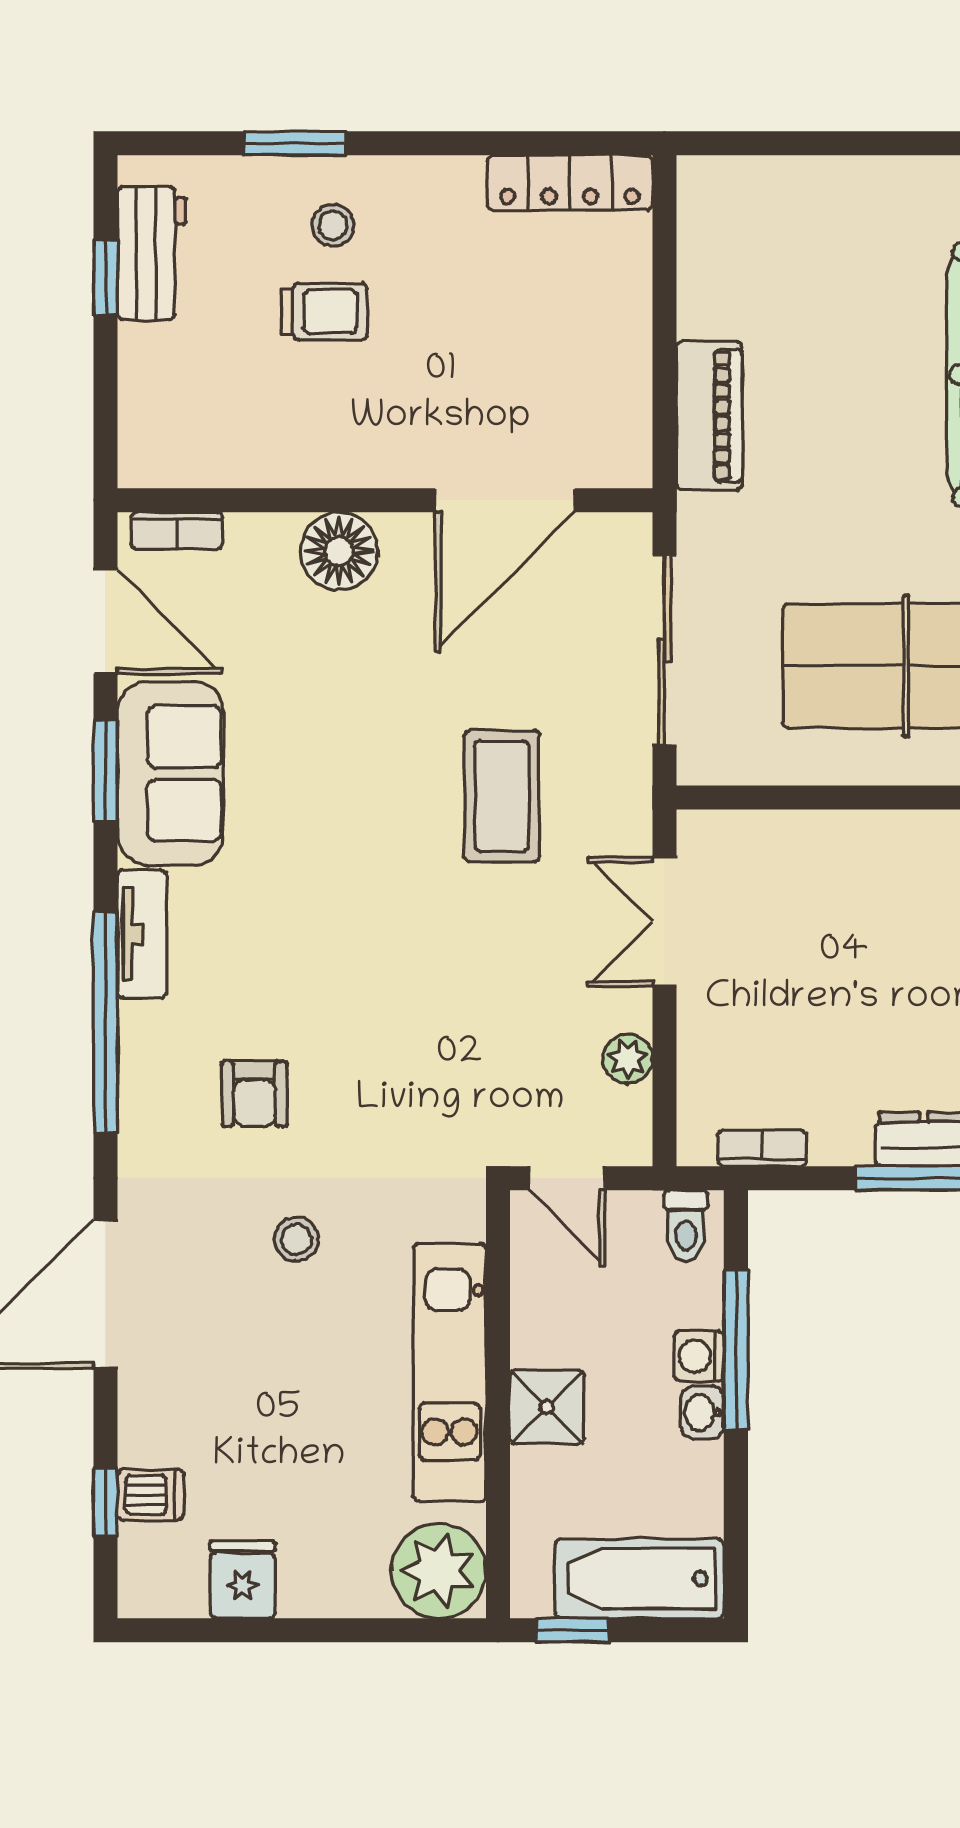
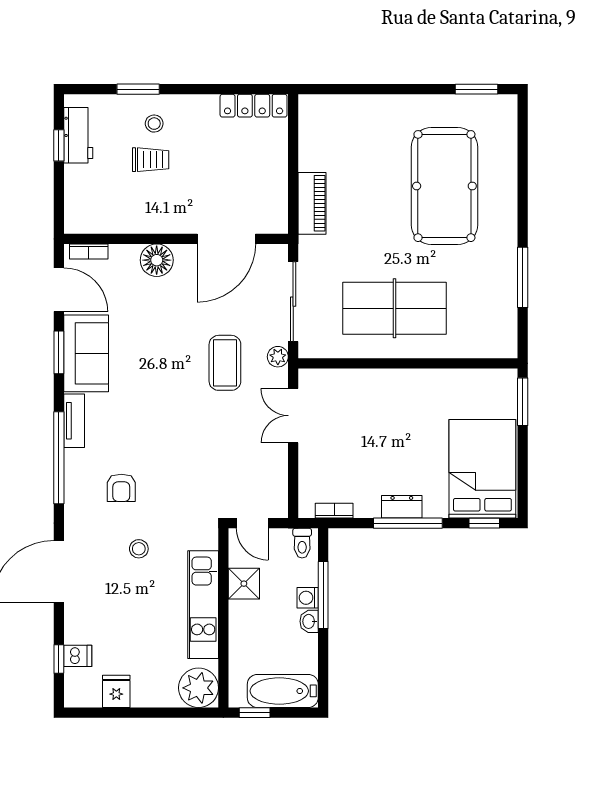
plant: (628, 1059) -> (278, 357), moved
shower: (547, 1407) -> (244, 584), moved

